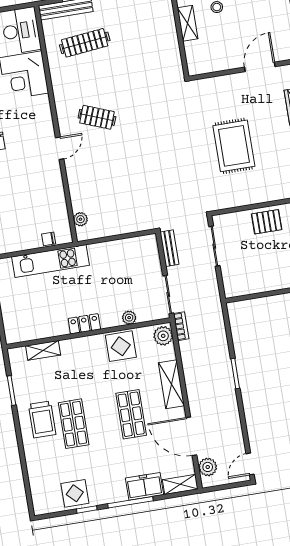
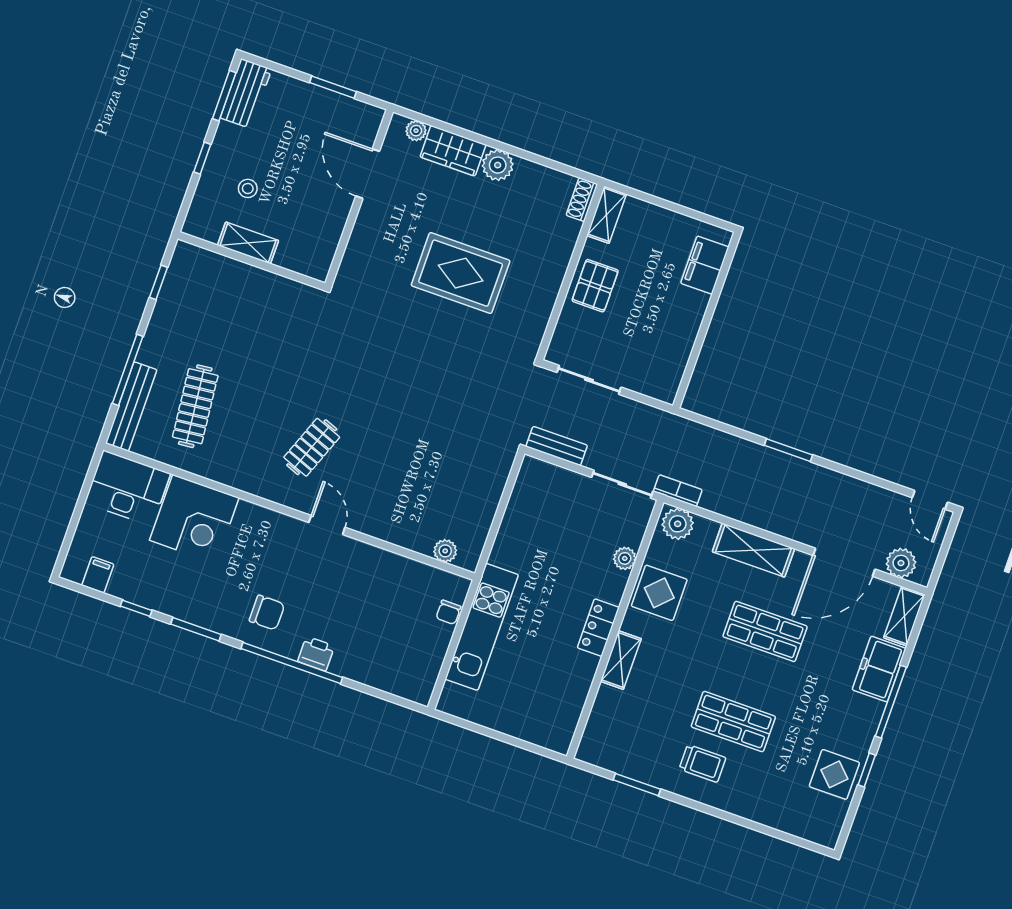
shelving: (43, 350) -> (621, 660), moved
trolley: (42, 419) -> (703, 763), width x0.73, depth x0.72

